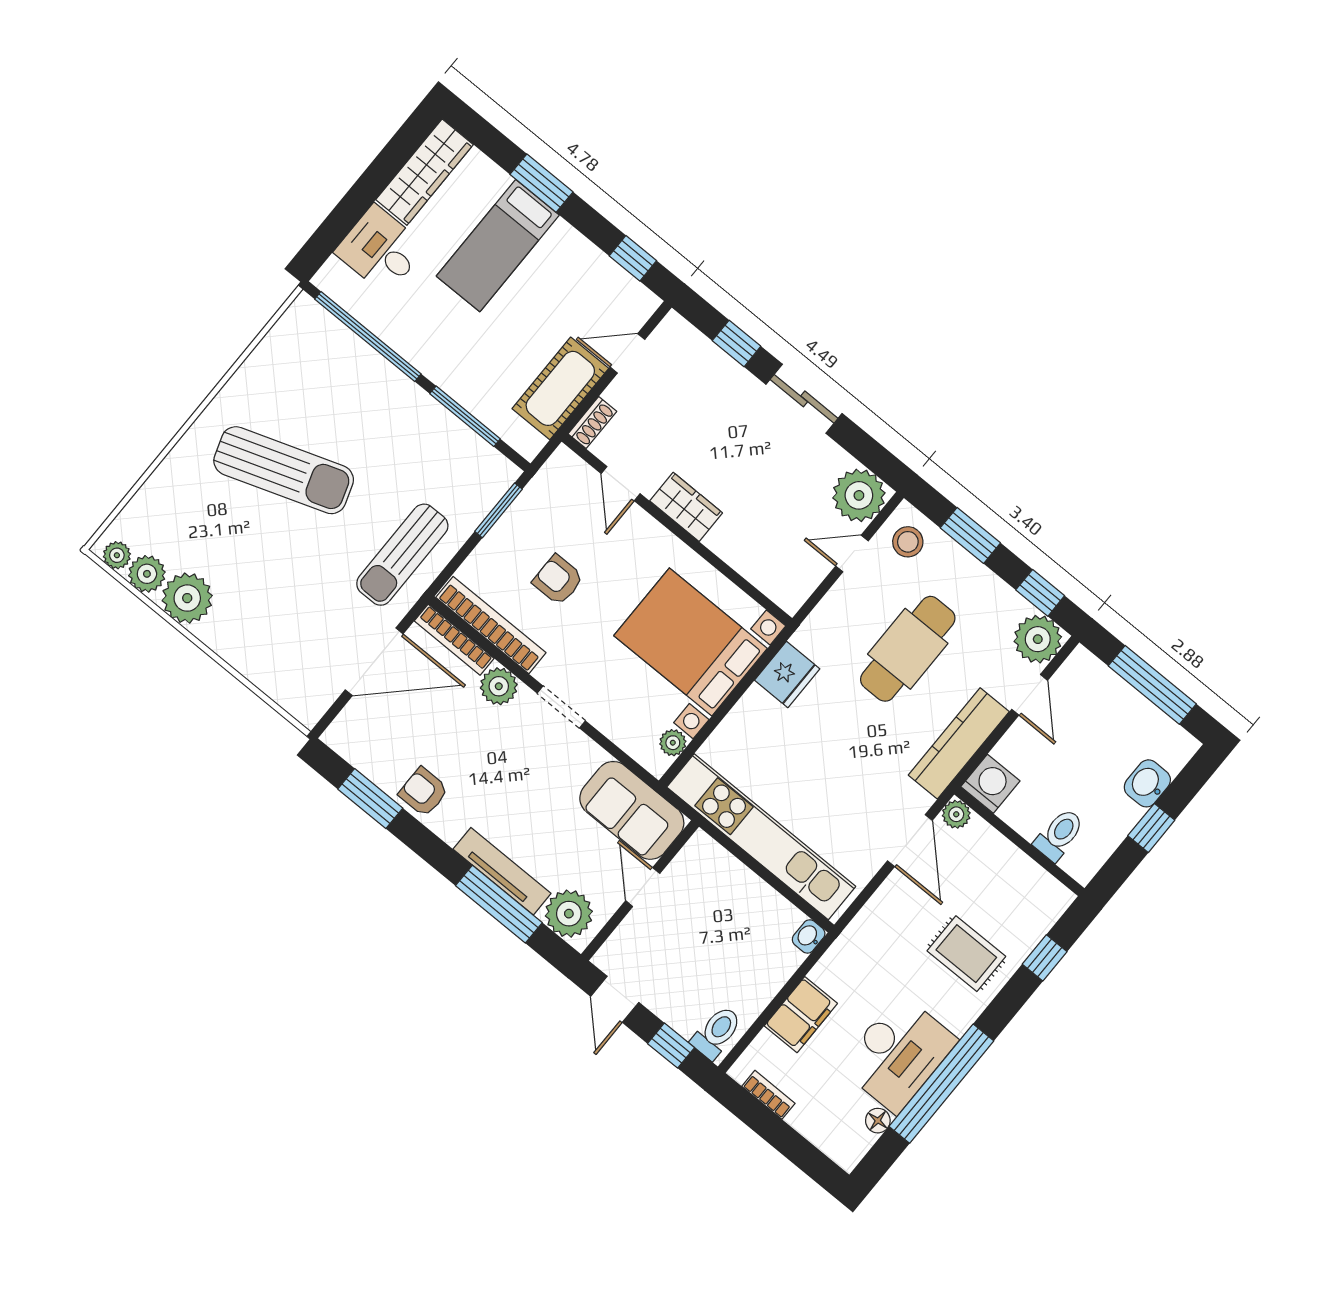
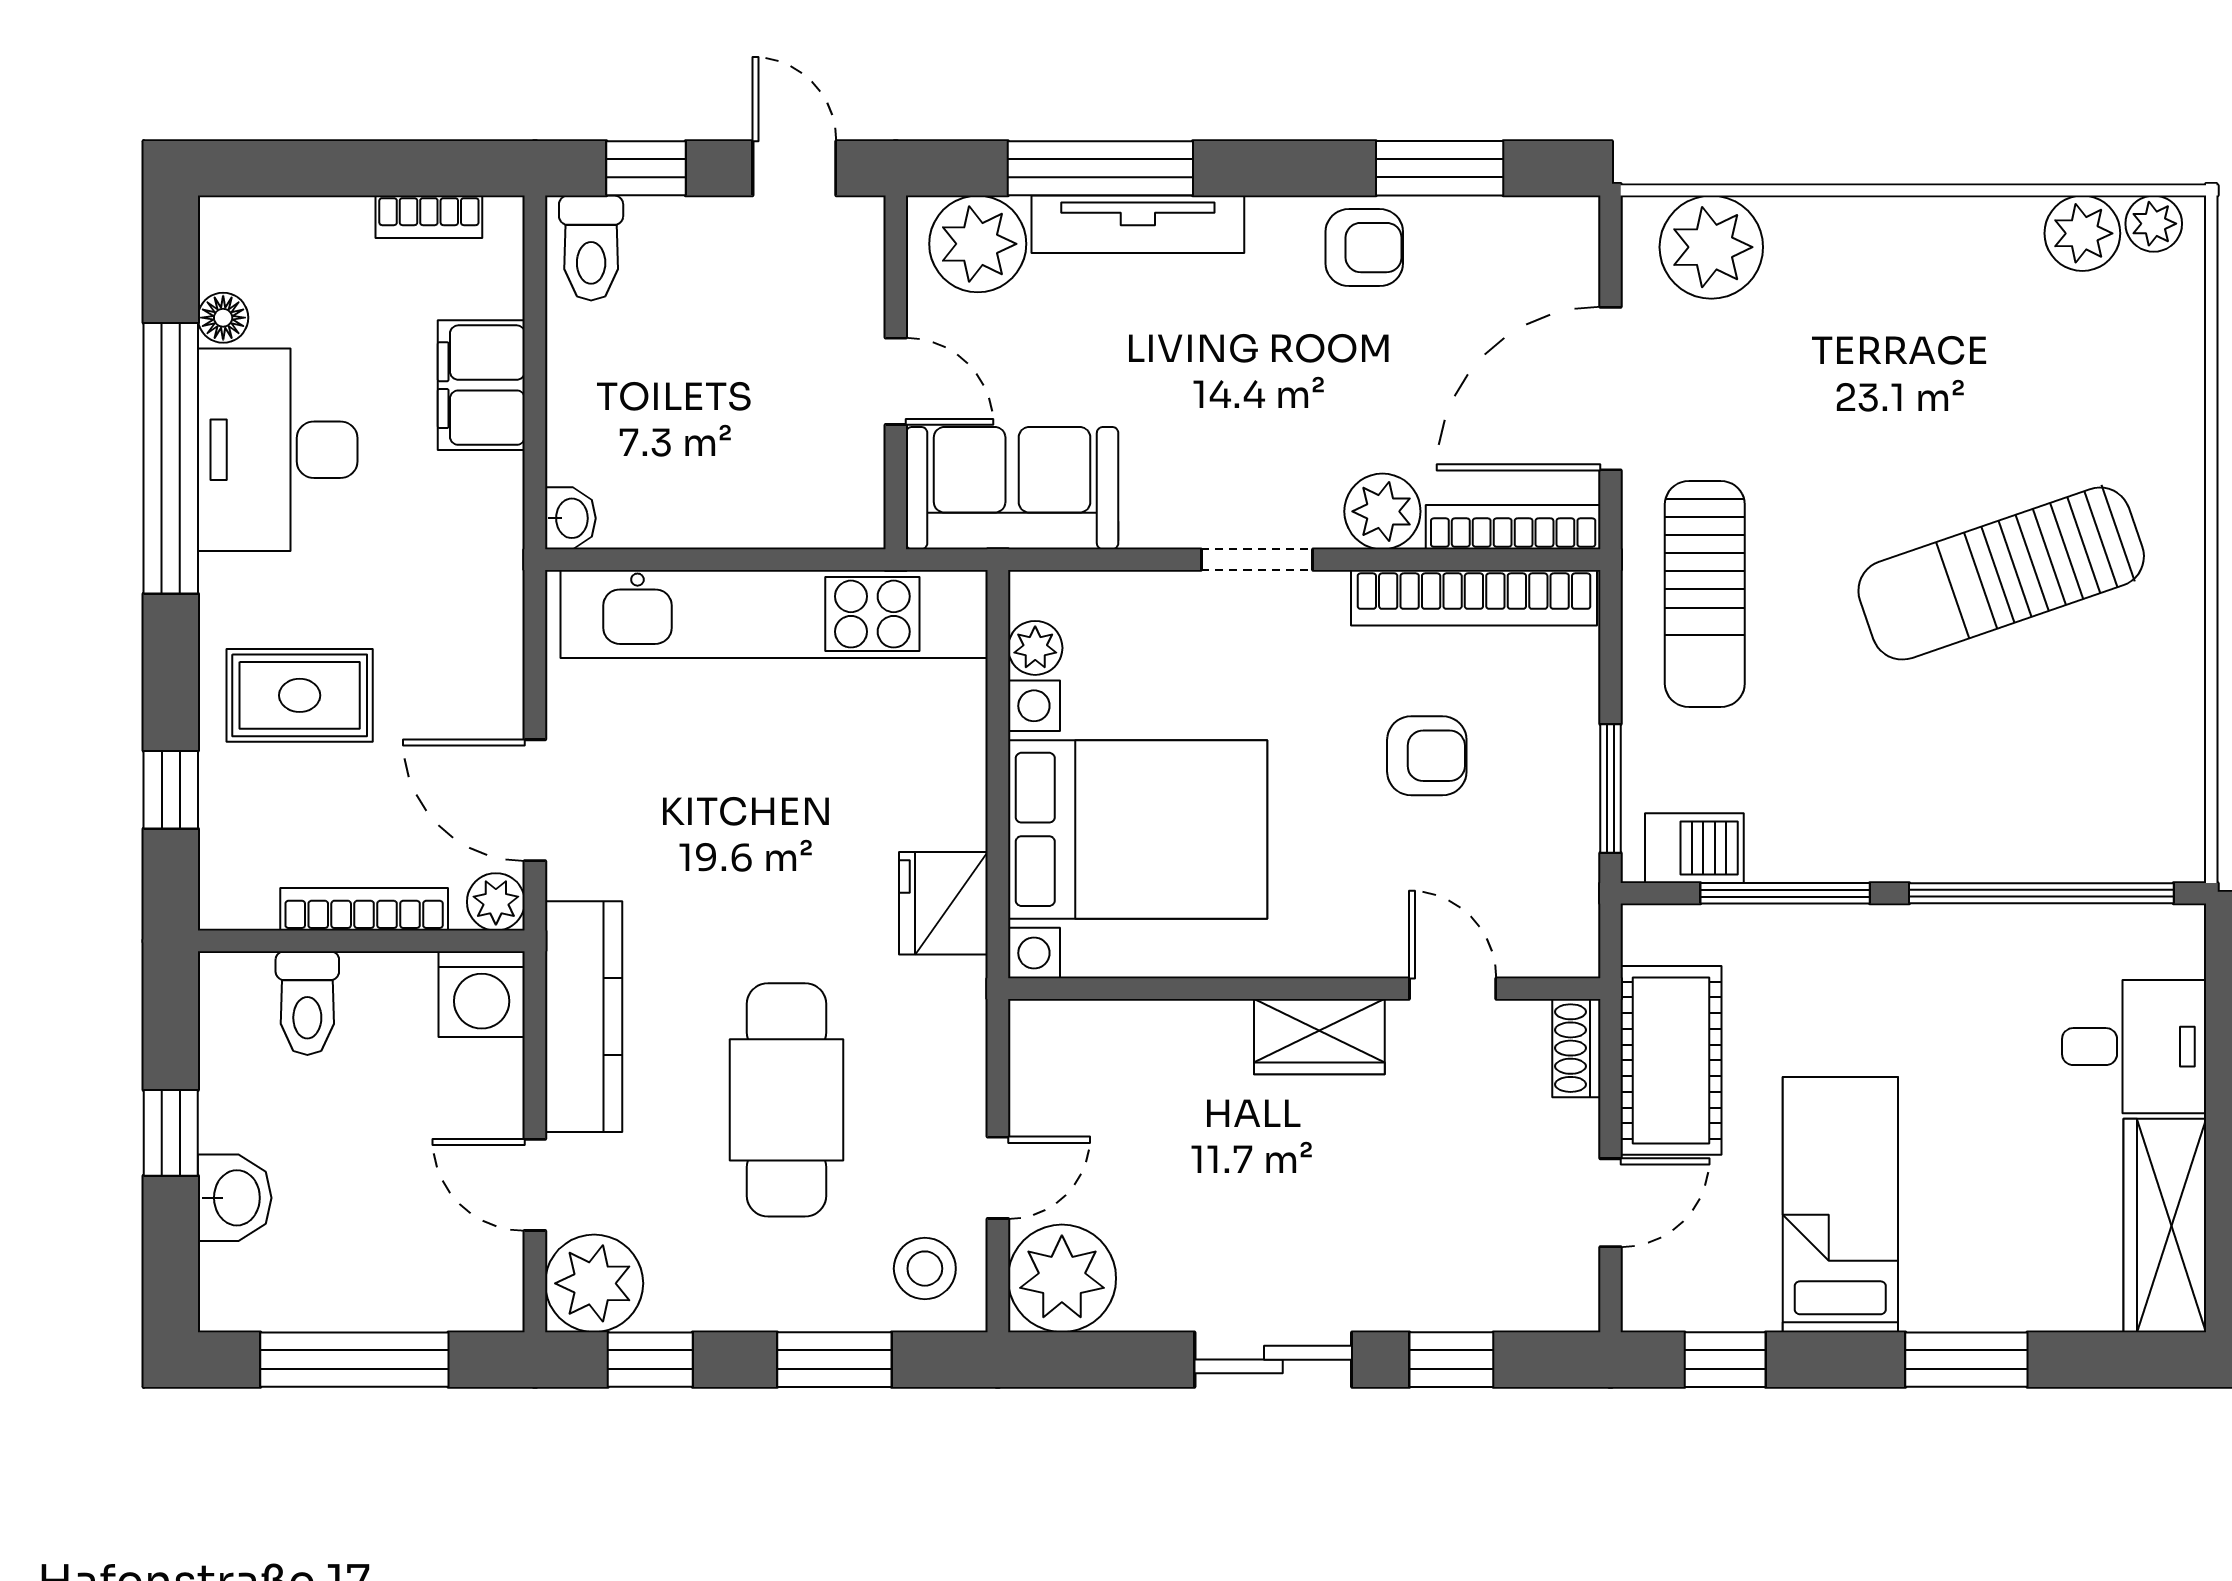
bed: (498, 246) -> (1840, 1205), moved
barbecue: (485, 462) -> (1694, 848), added
sun lounger: (402, 555) -> (1705, 594), turned 180
plant: (187, 598) -> (1711, 247), moved
bookcase: (1008, 853) -> (364, 909), added

